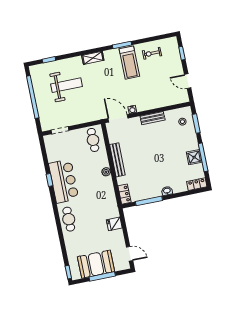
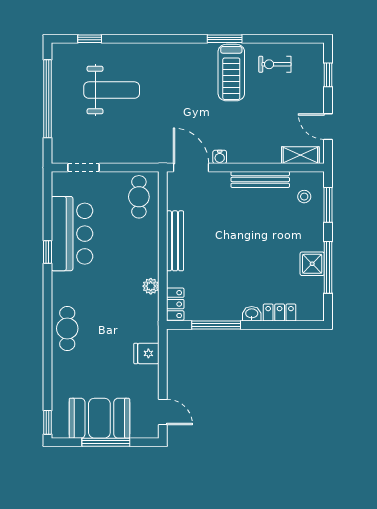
shelving: (93, 58) -> (300, 155), moved
bench: (153, 118) -> (260, 179), width x1.36
plant: (106, 172) -> (151, 286), moved
bar counter: (64, 181) -> (72, 234), moved
locker: (197, 184) -> (280, 313), moved

